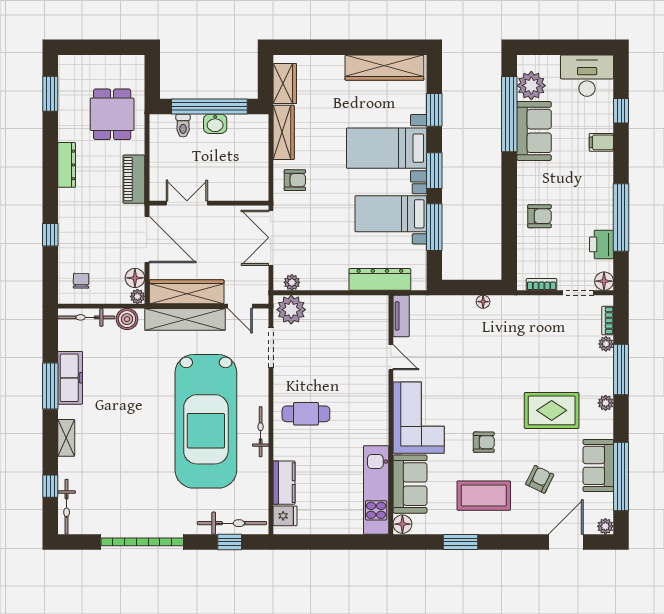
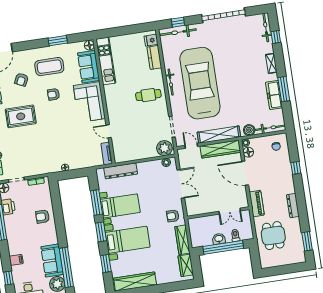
double door: (187, 203) -> (230, 211), moved
wall: (209, 203) -> (218, 213), moved

